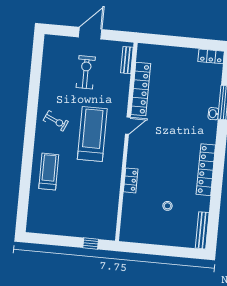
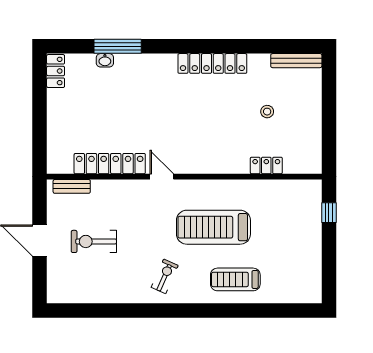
washbasin: (213, 114) -> (105, 60), moved
treadmill: (92, 134) -> (213, 227), moved
locker: (131, 180) -> (266, 165), moved

